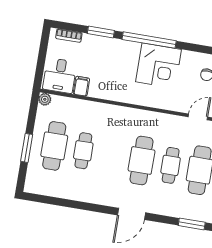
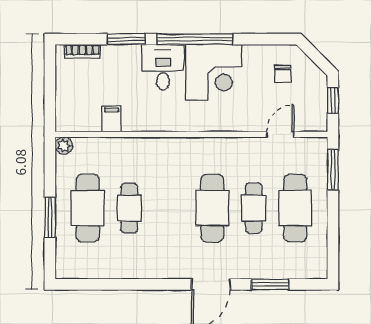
desk: (60, 76) -> (163, 67), moved, turned 180
window: (192, 224) -> (270, 284), moved

